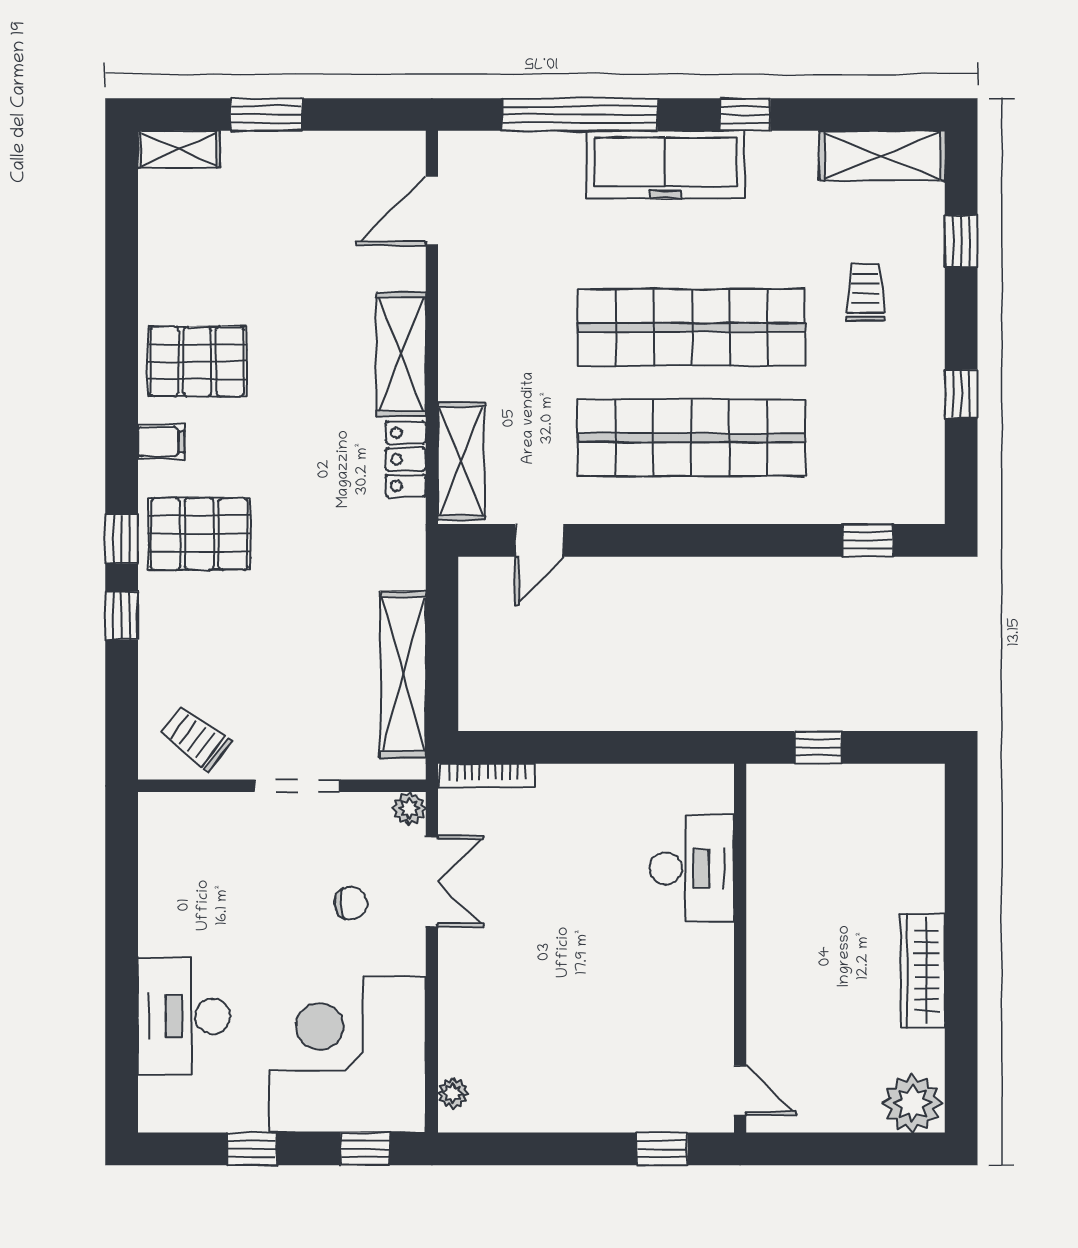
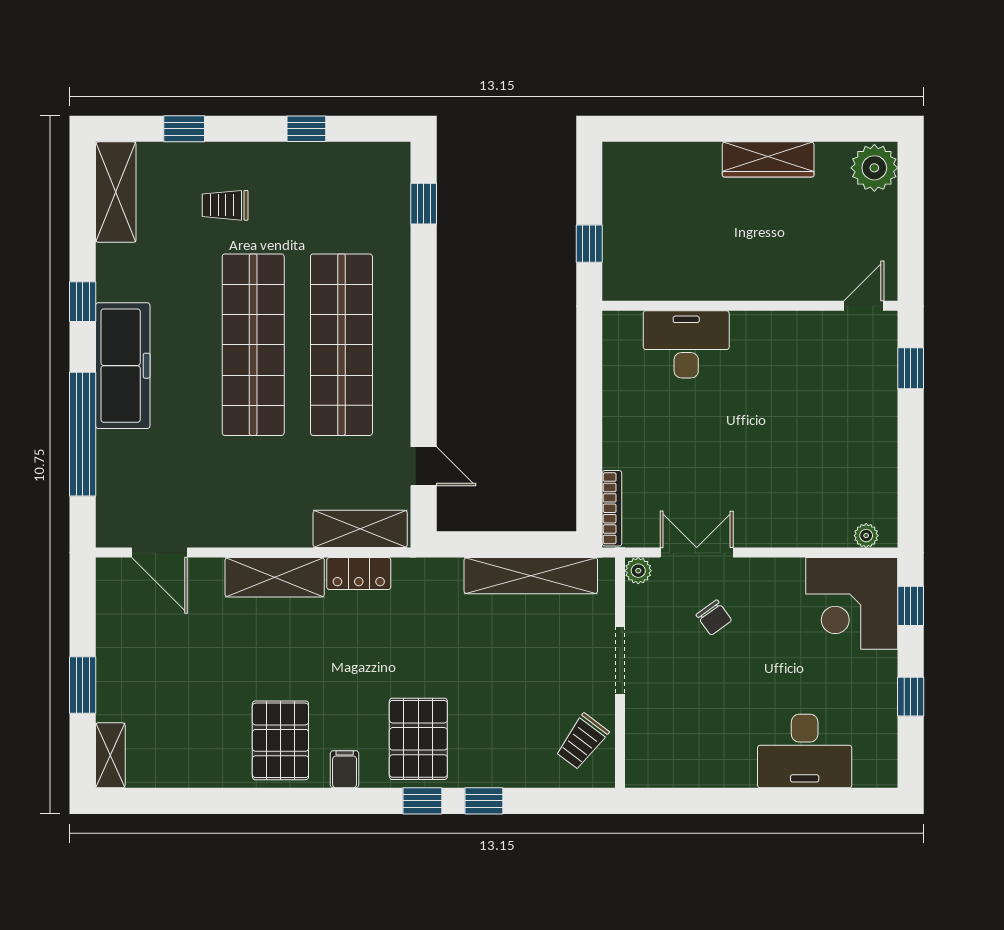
chair: (351, 903) -> (714, 618), turned 148
corner desk: (348, 1054) -> (852, 603), width x0.74, depth x0.74

